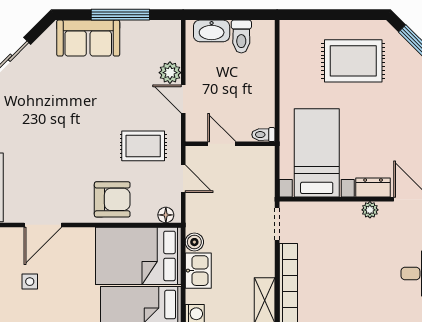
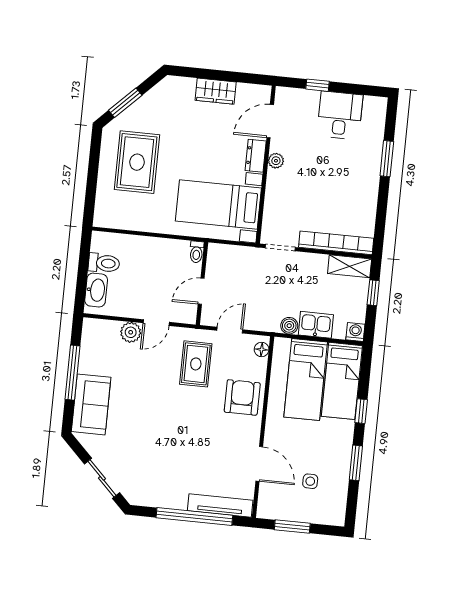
bed: (138, 256) -> (306, 379), width x0.67

